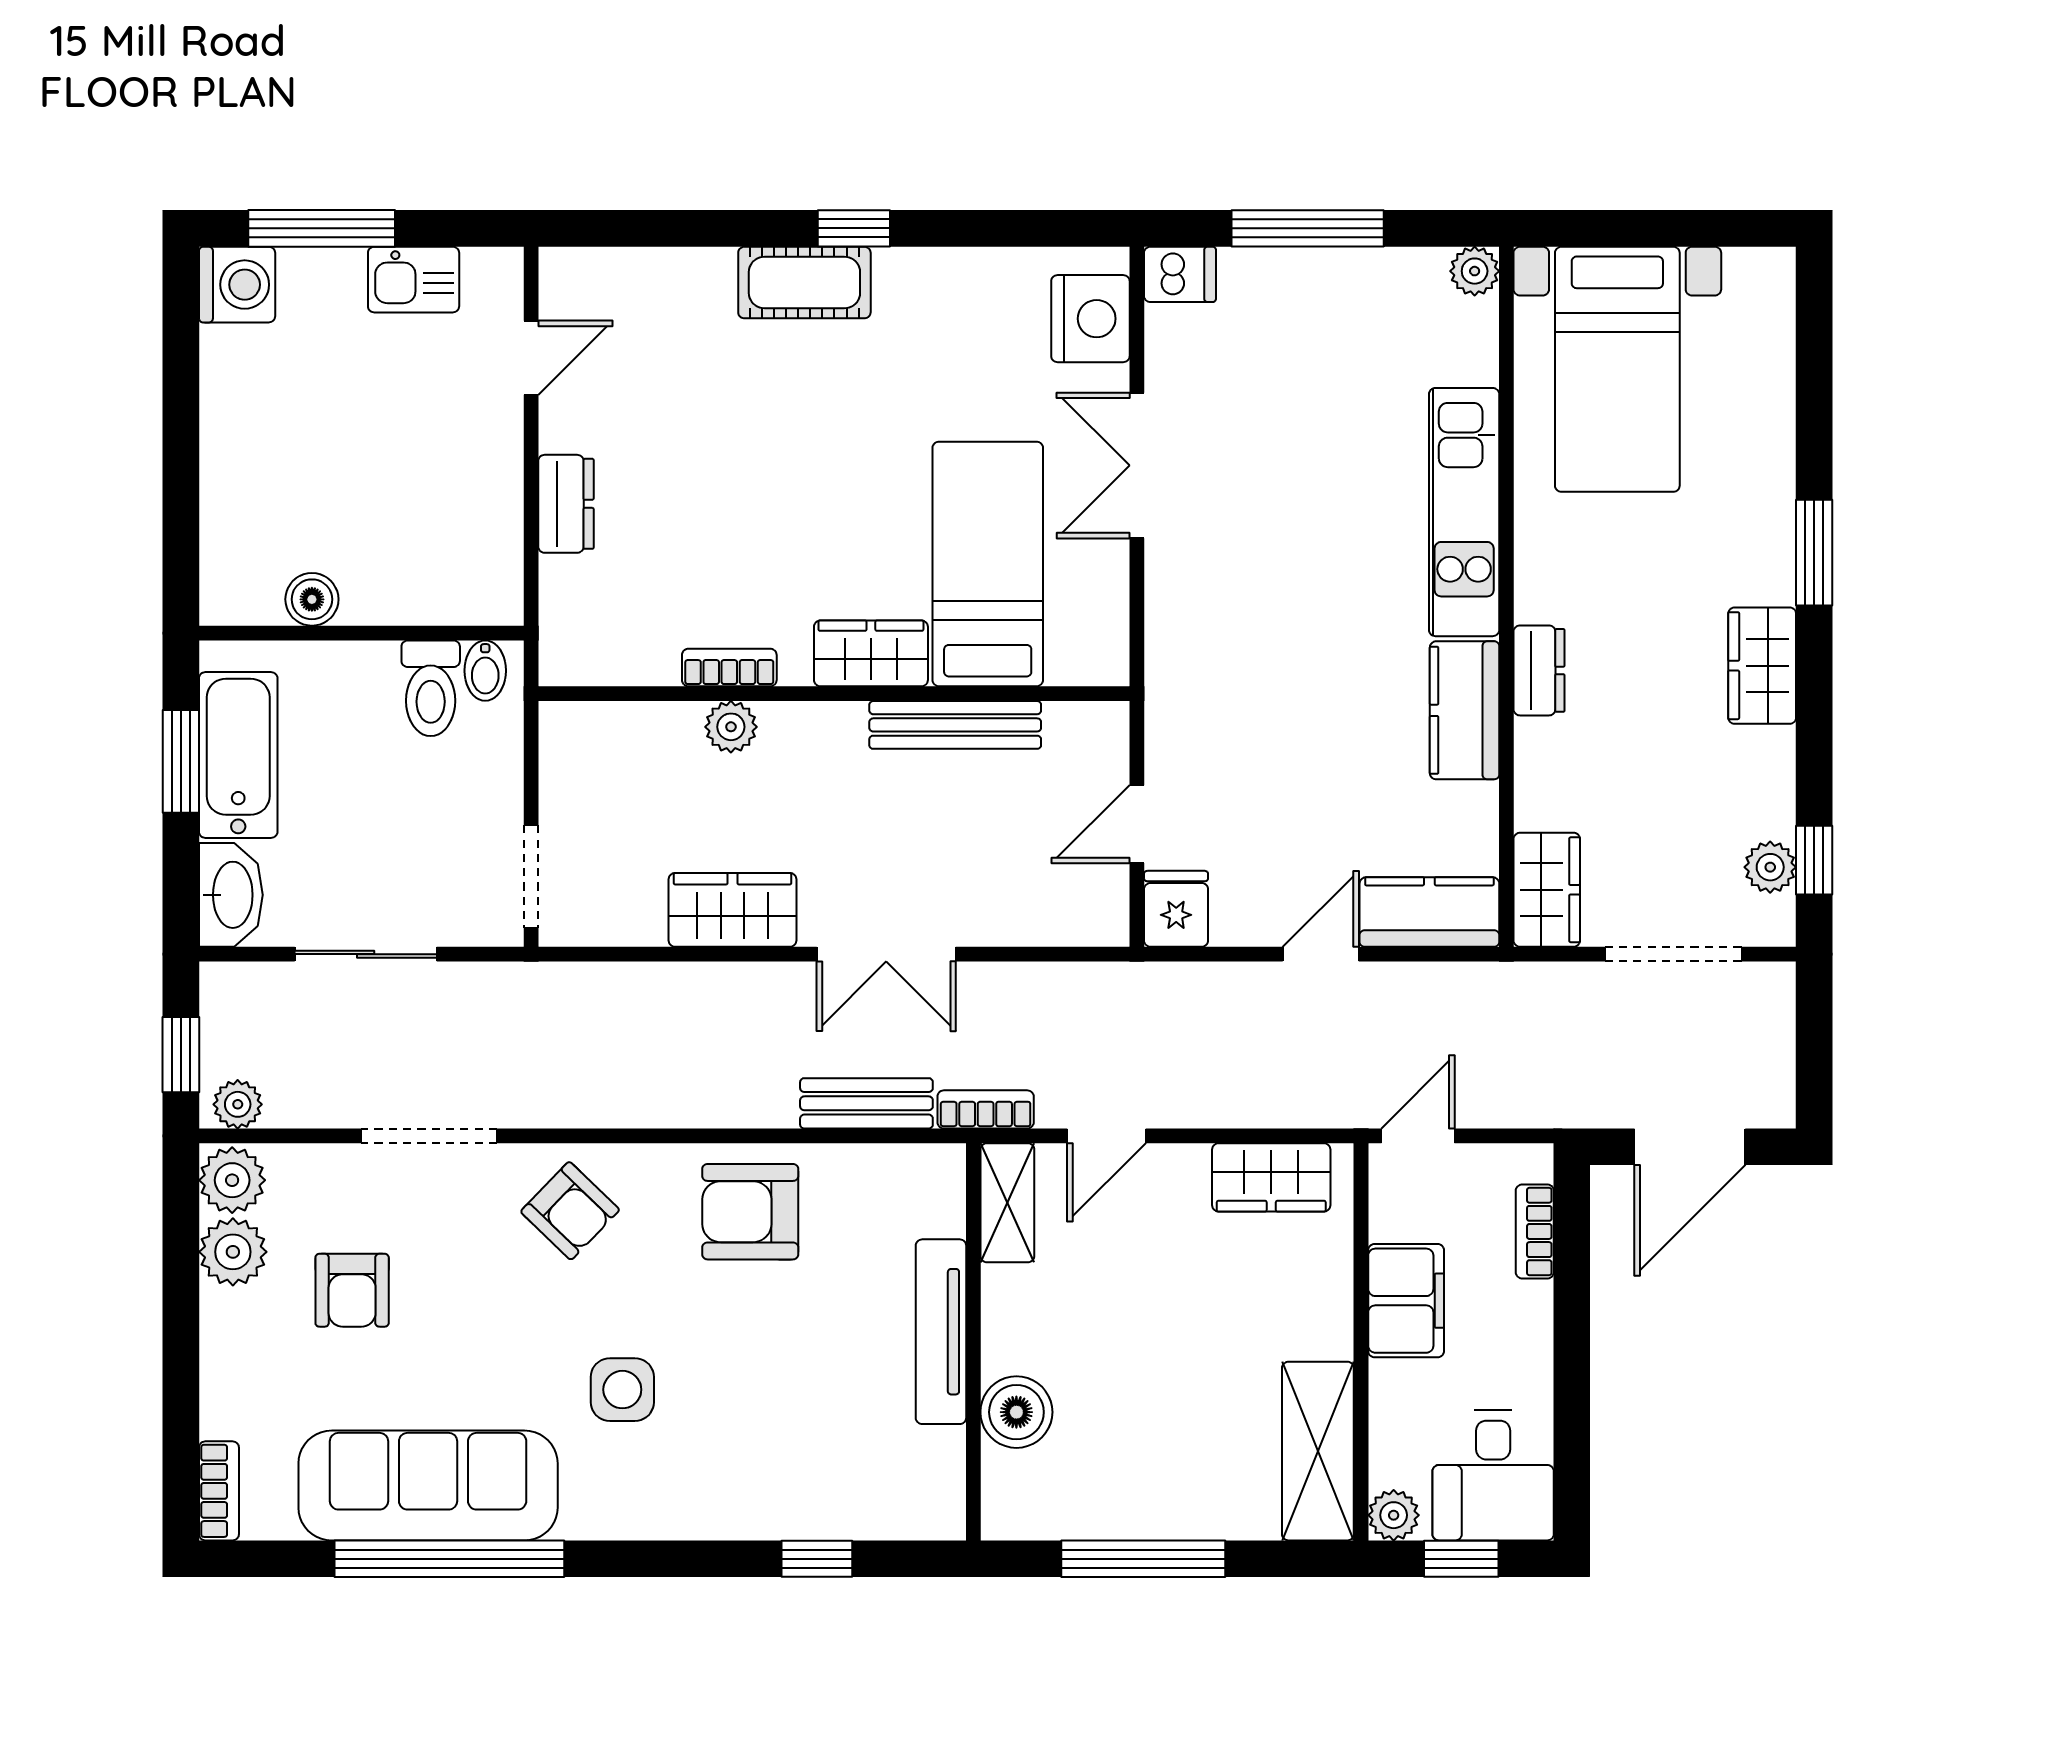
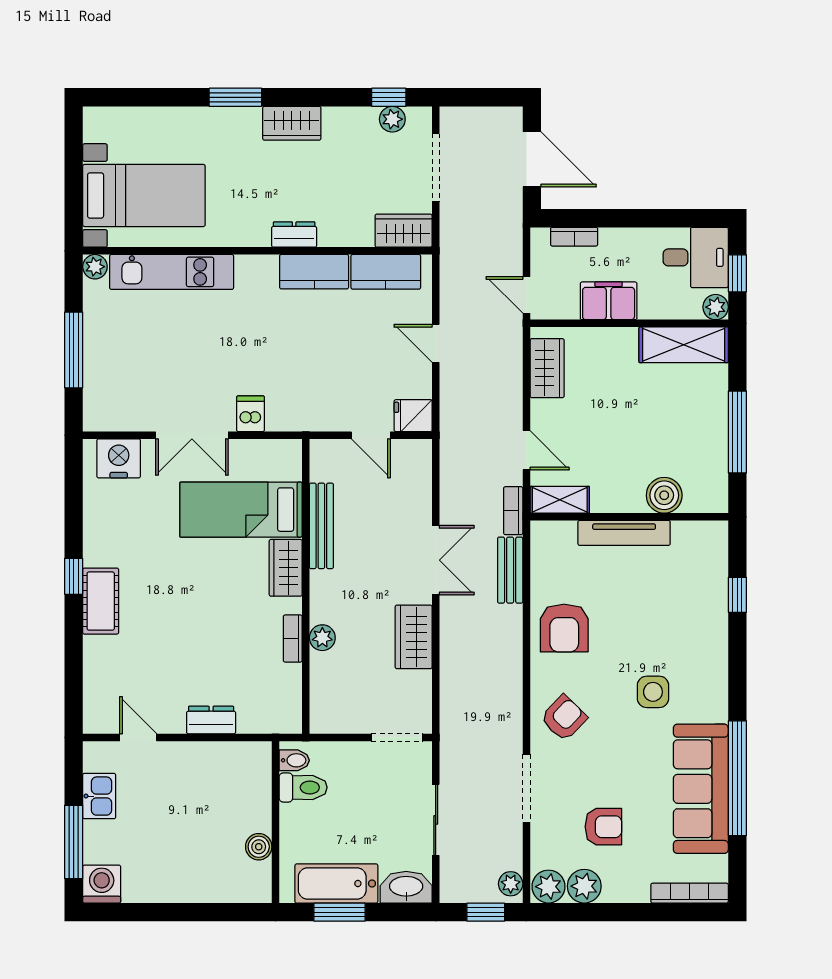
dishwasher: (1180, 274) -> (251, 414), moved
kitchen unit: (1464, 512) -> (172, 272), moved
kitchen counter: (1429, 912) -> (386, 272), moved, turned -90
bookcase: (219, 1491) -> (690, 893), width x1.56

